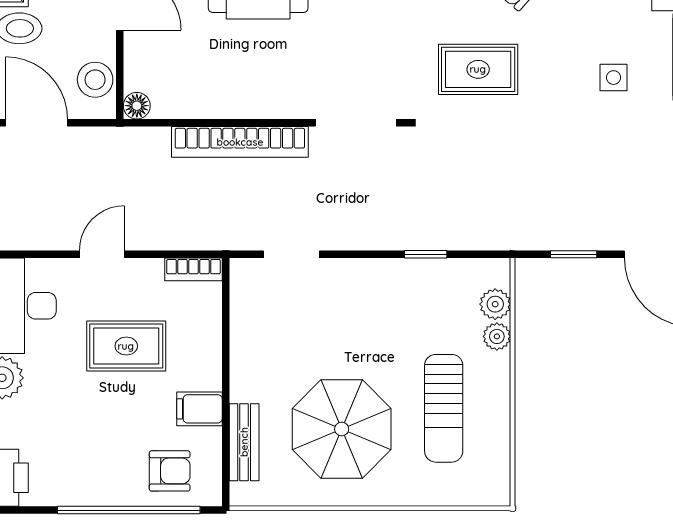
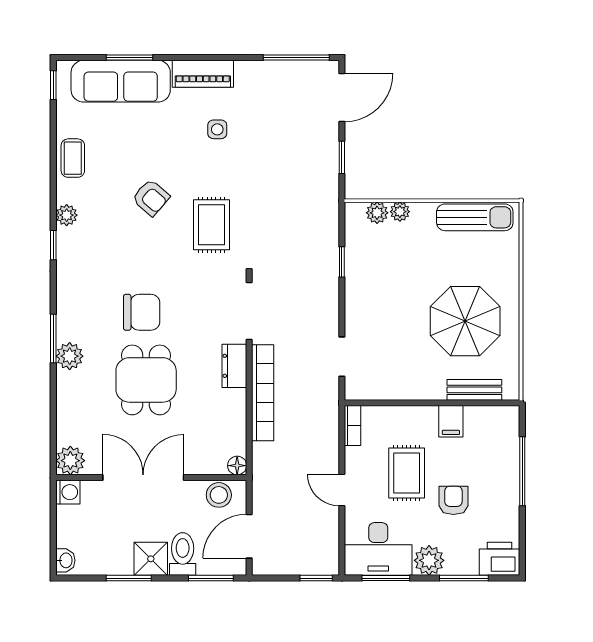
dresser: (278, 102) -> (234, 366), added
sun lounger: (444, 408) -> (475, 217), moved
armchair: (170, 471) -> (453, 500), moved
window: (129, 510) -> (522, 471), width x0.68

